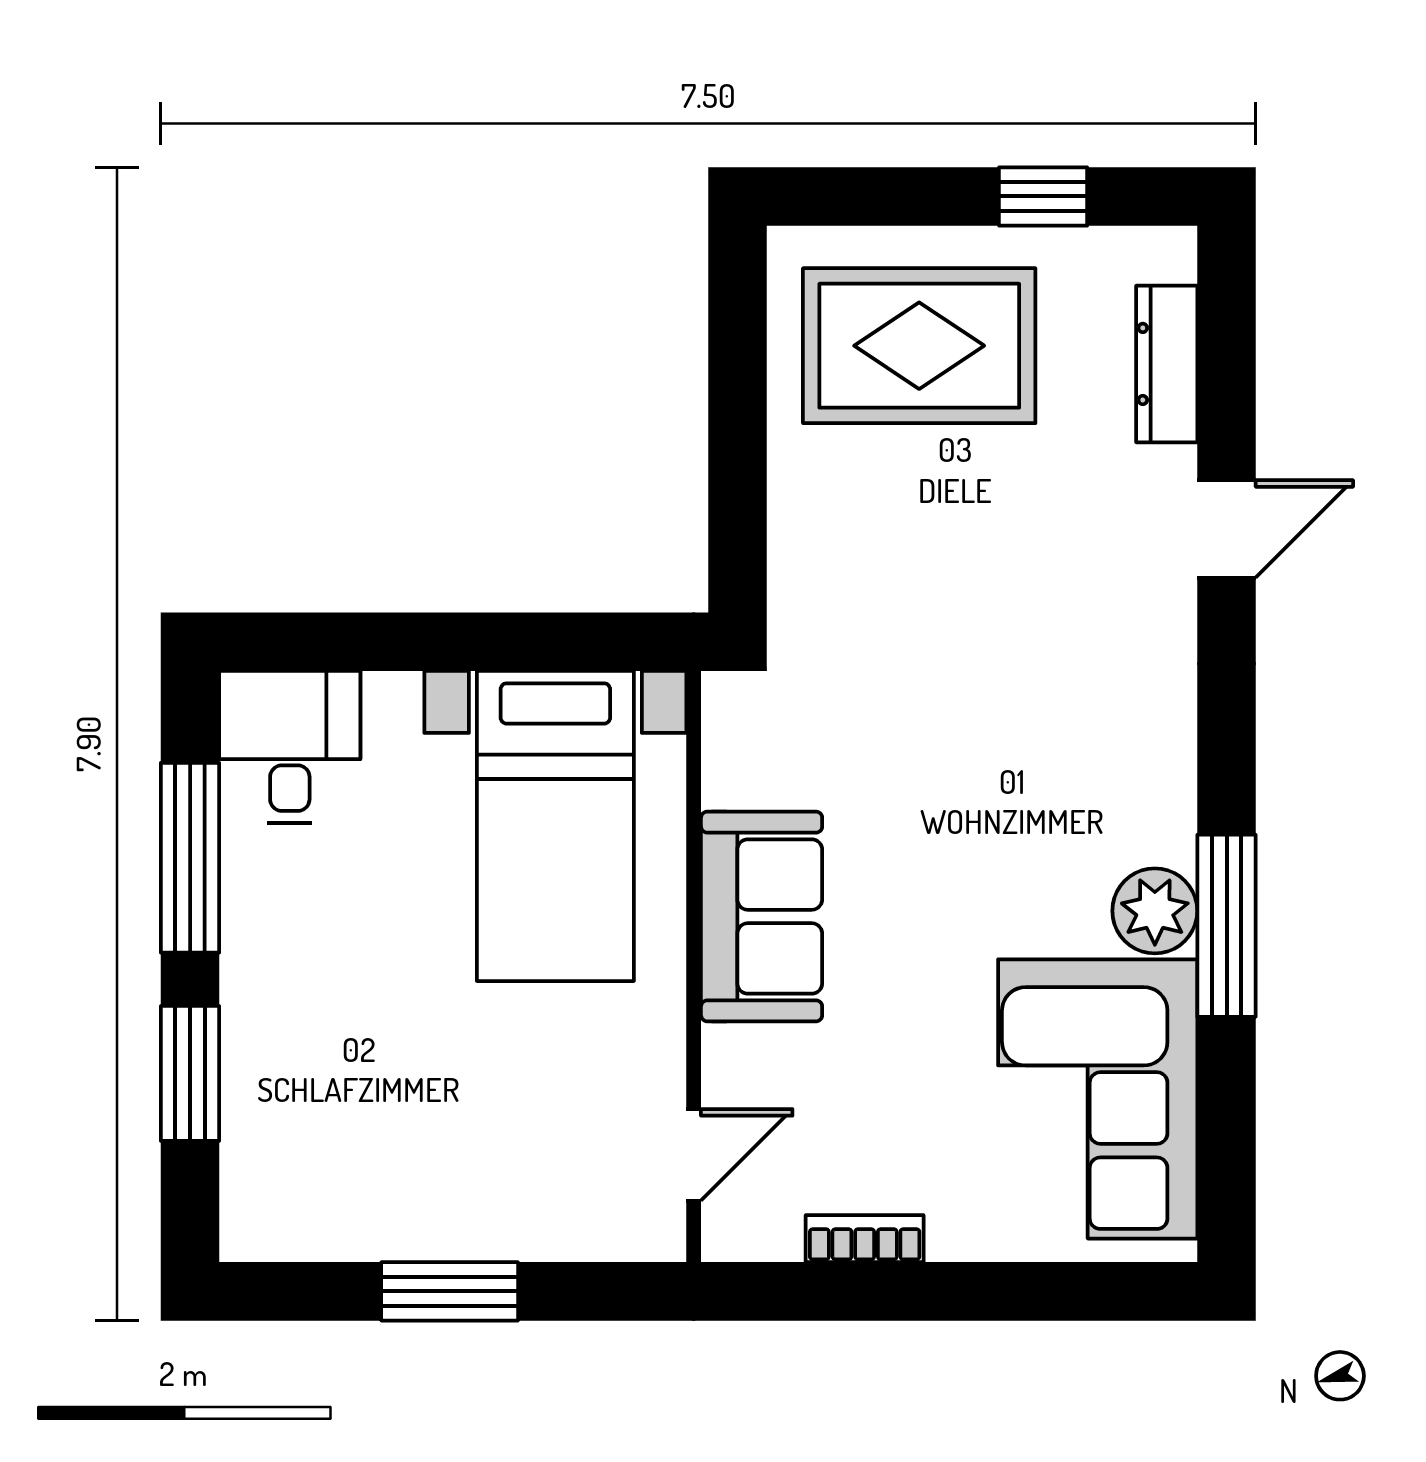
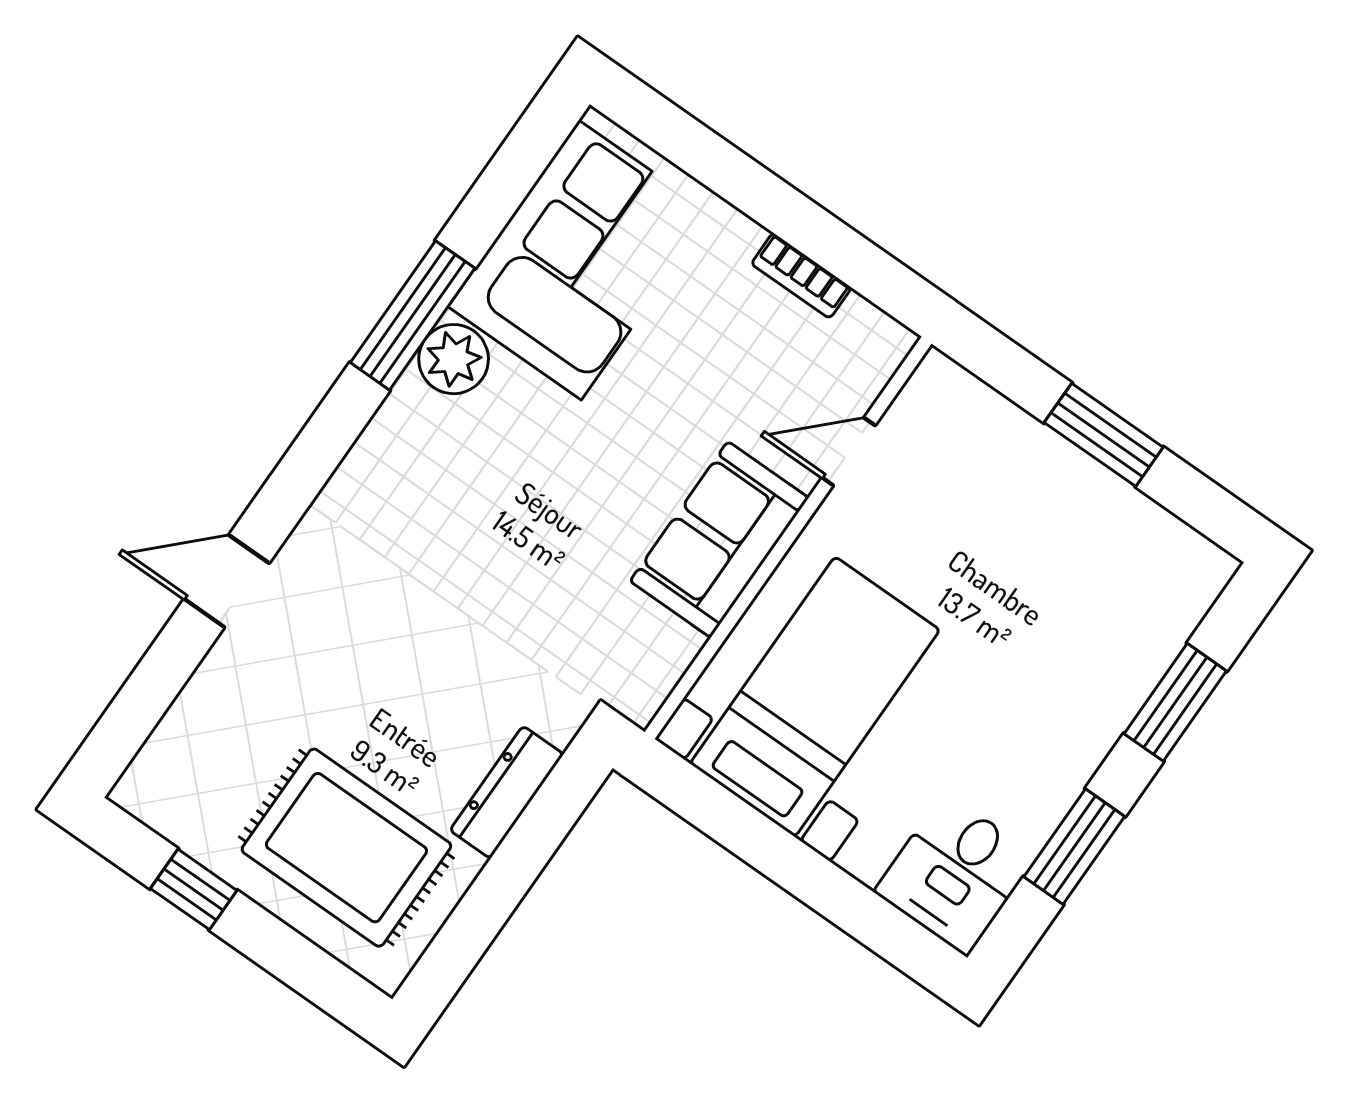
dresser: (1167, 364) -> (507, 792), moved, turned 180
window: (190, 858) -> (1074, 847), width x0.69
door: (694, 1155) -> (849, 452), moved

